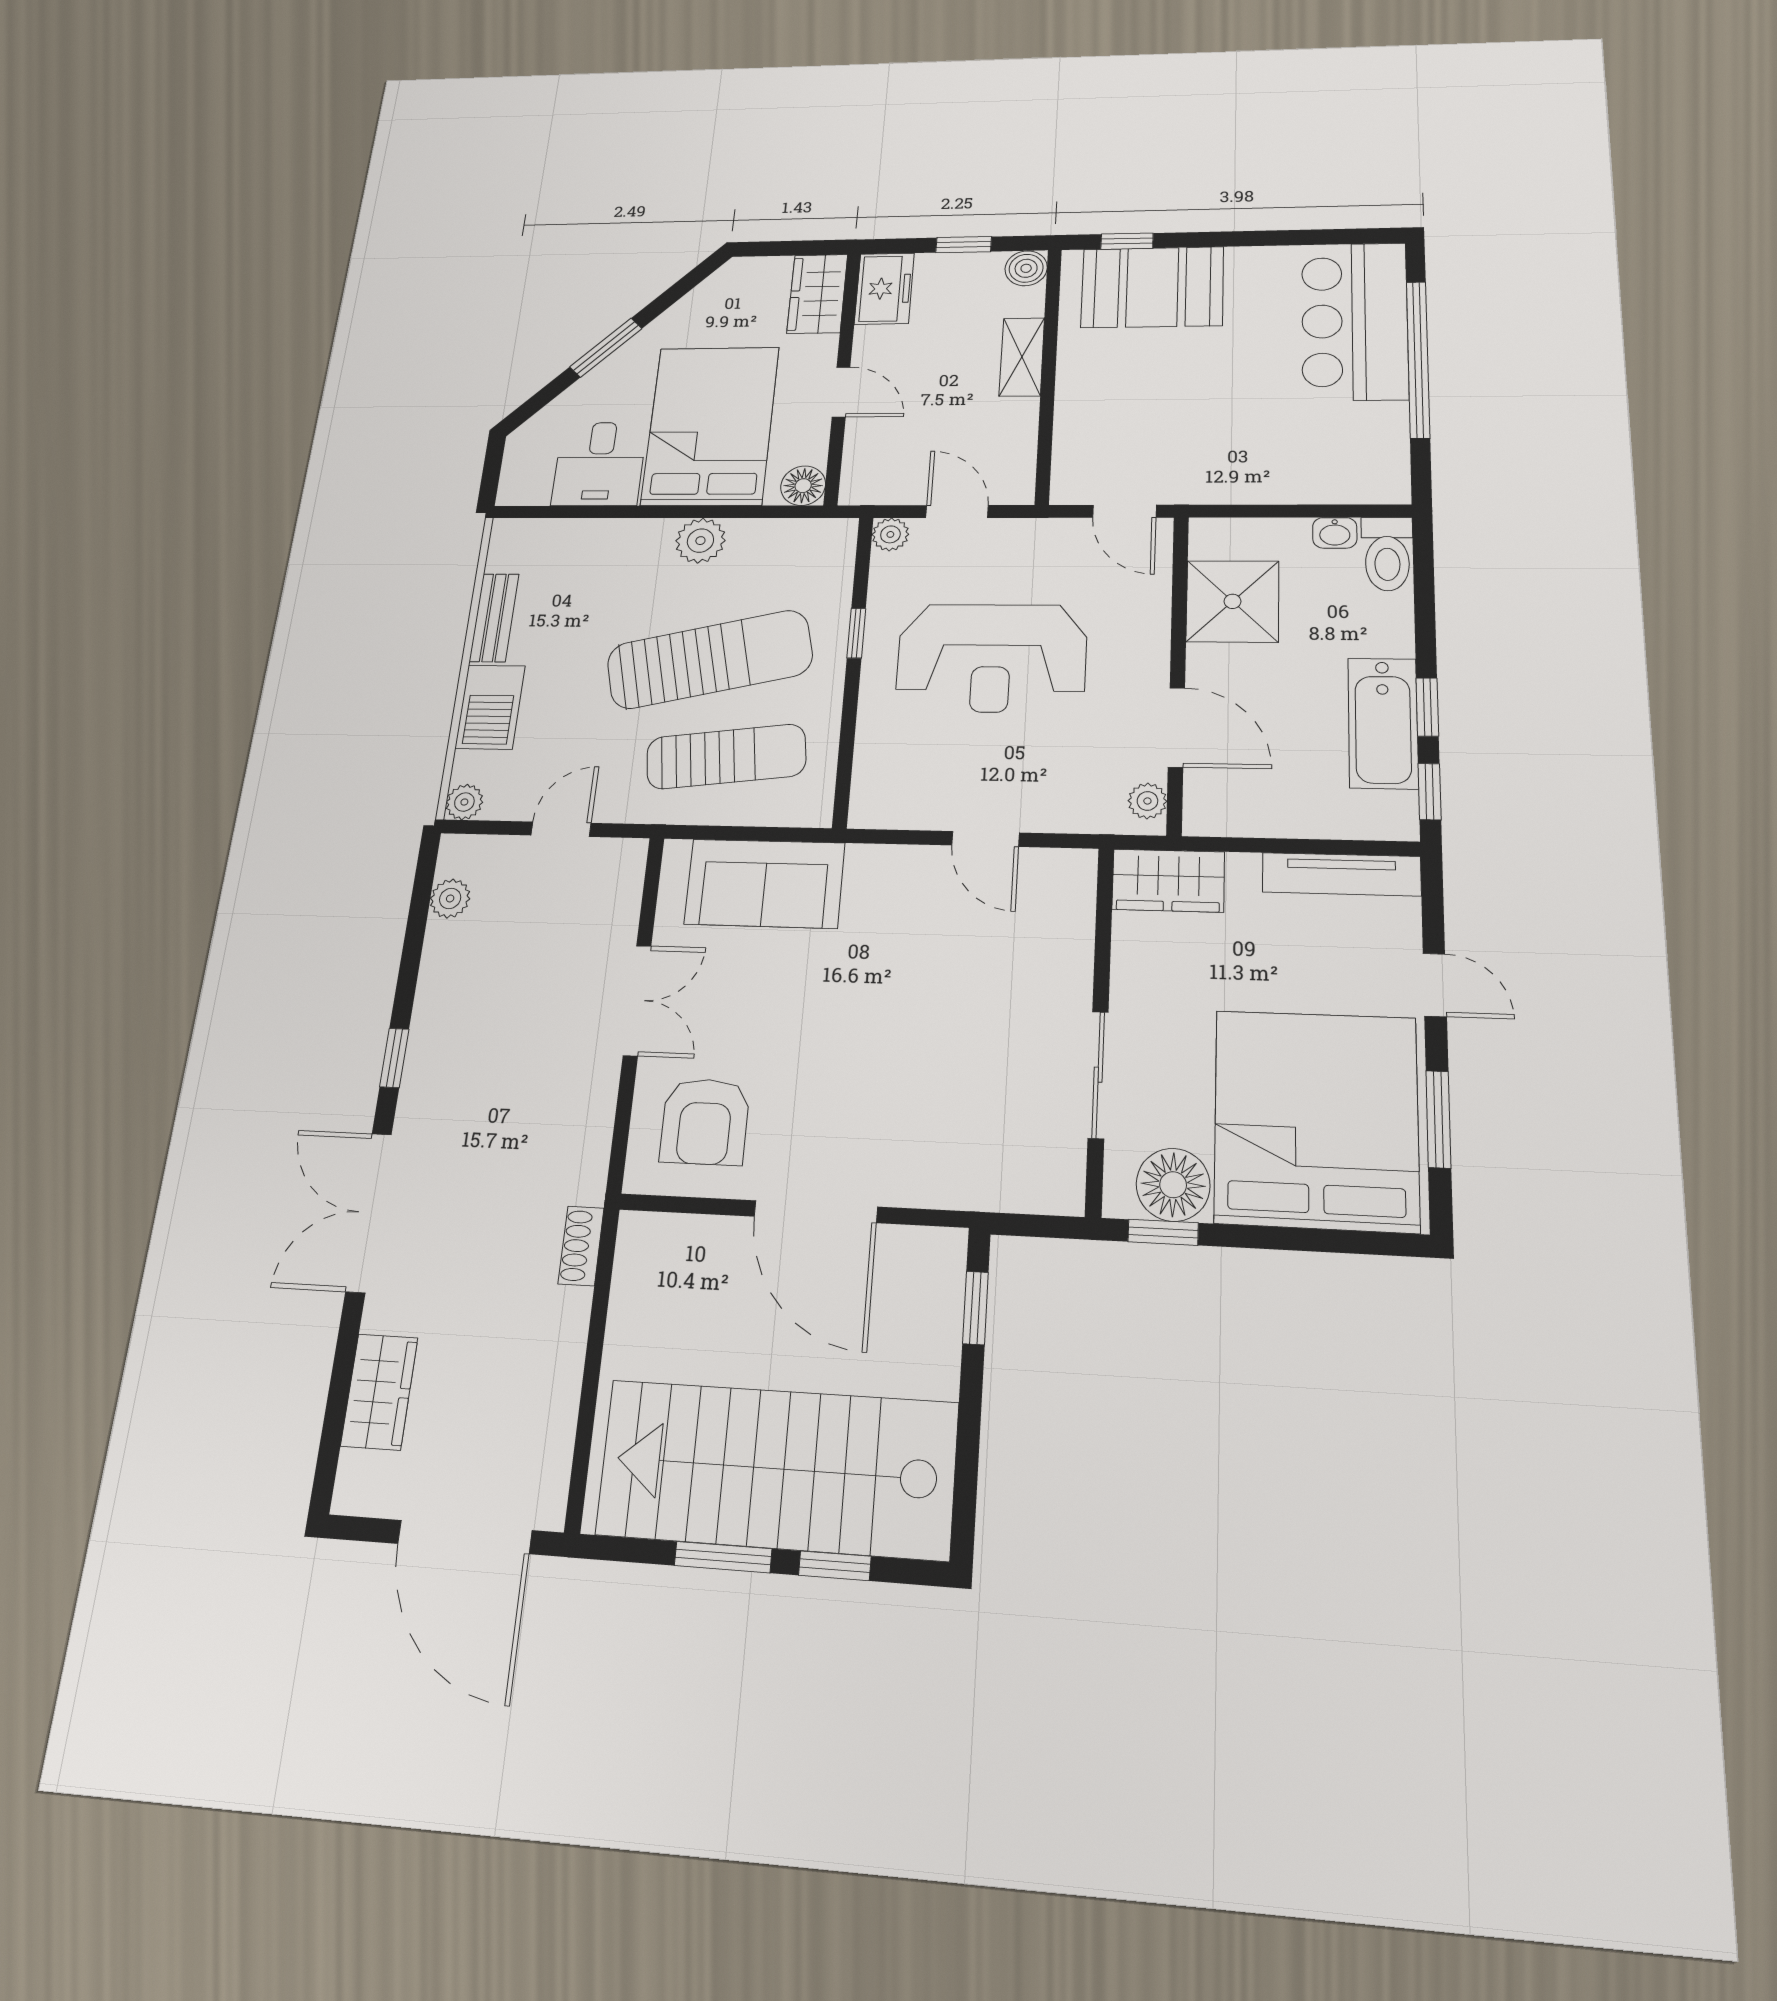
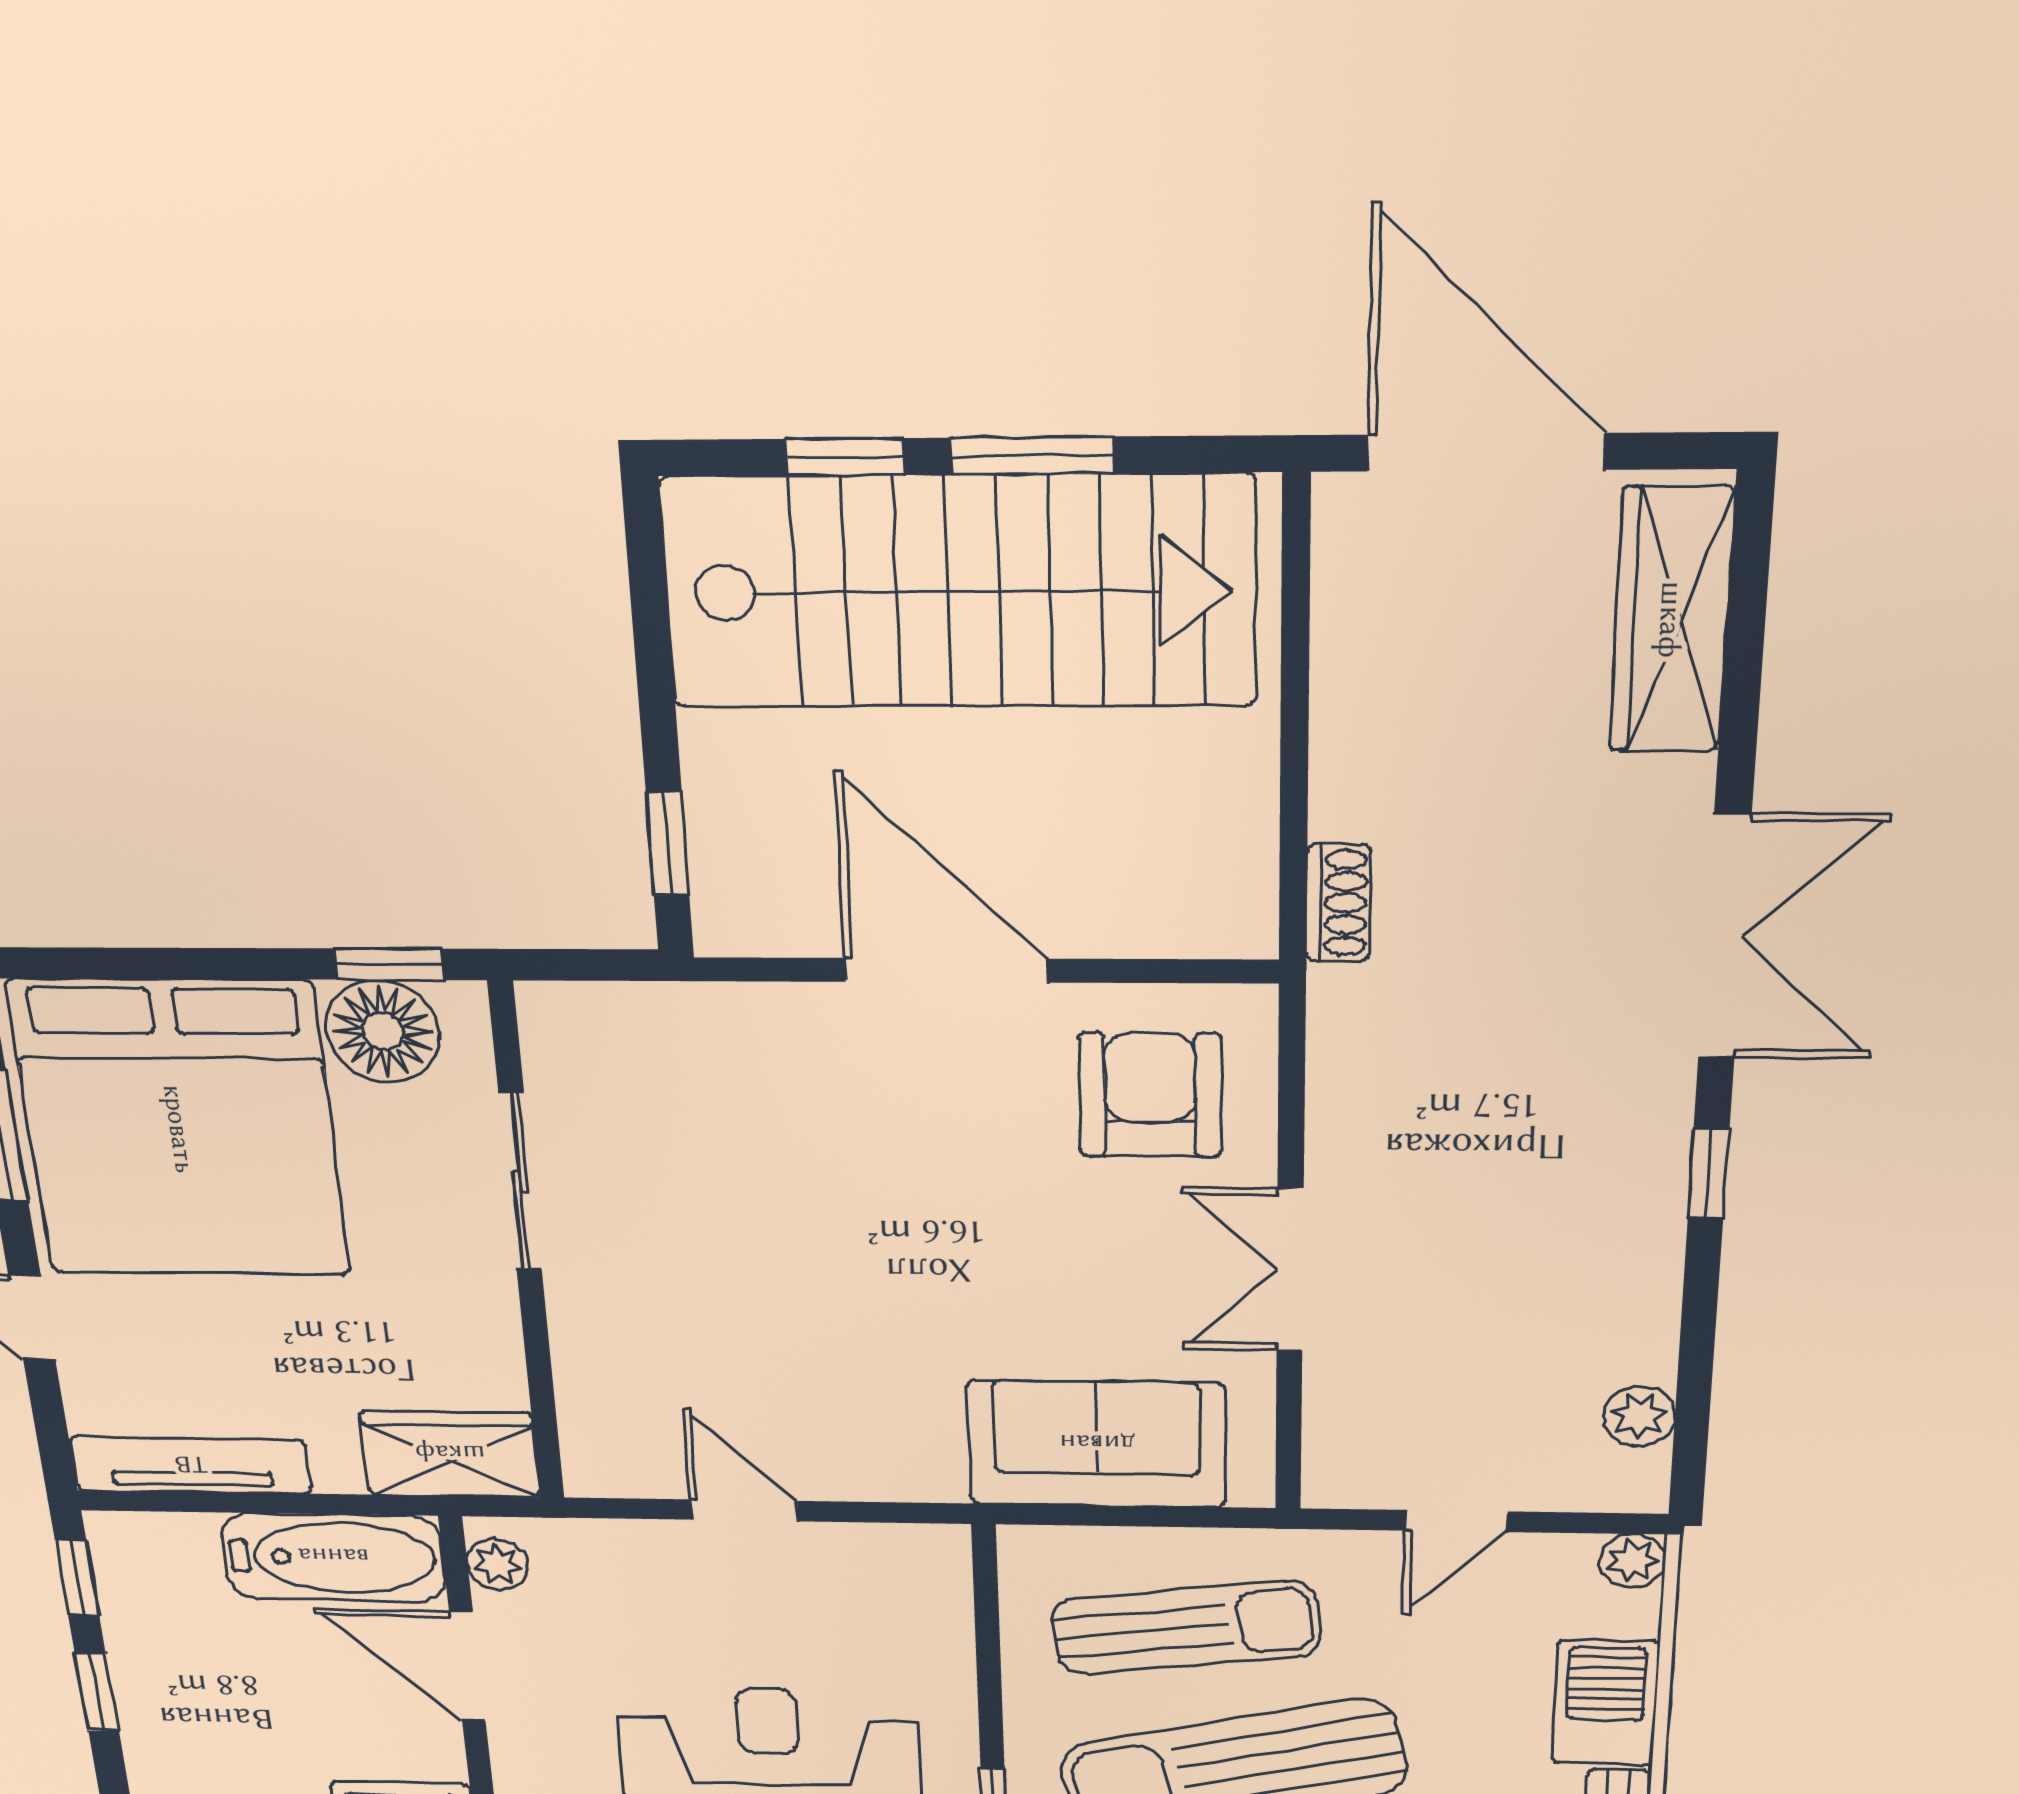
bathtub: (1383, 723) -> (334, 1557), moved, turned 90
sun lounger: (726, 757) -> (1186, 1628), turned 180
wardrobe: (379, 1392) -> (1672, 620), width x1.50

